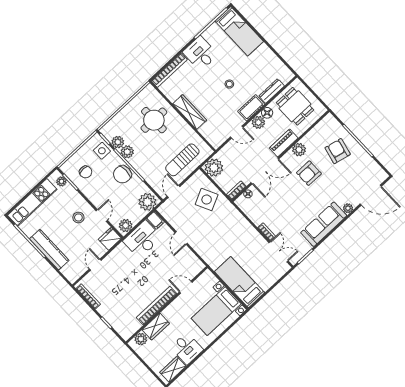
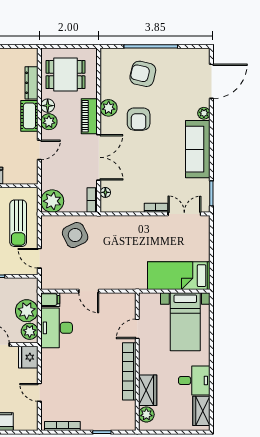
plant: (147, 202) -> (27, 311), moved

